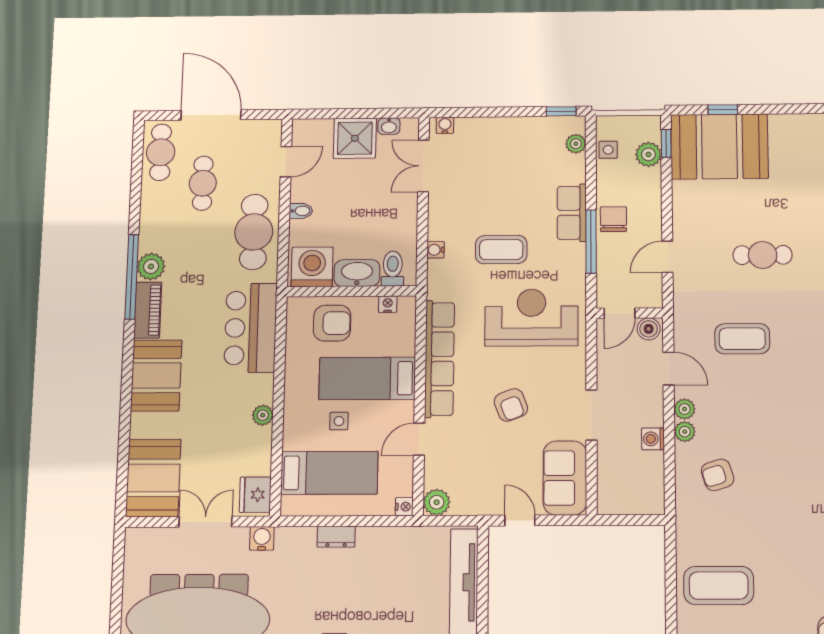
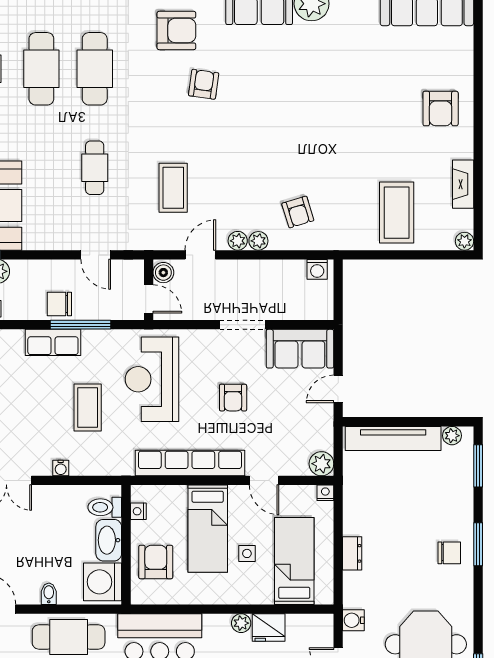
water cooler: (436, 250) -> (61, 468), moved
armchair: (511, 405) -> (233, 398), turned 111
washing machine: (653, 439) -> (317, 269), moved
fridge: (255, 495) -> (269, 628), moved

